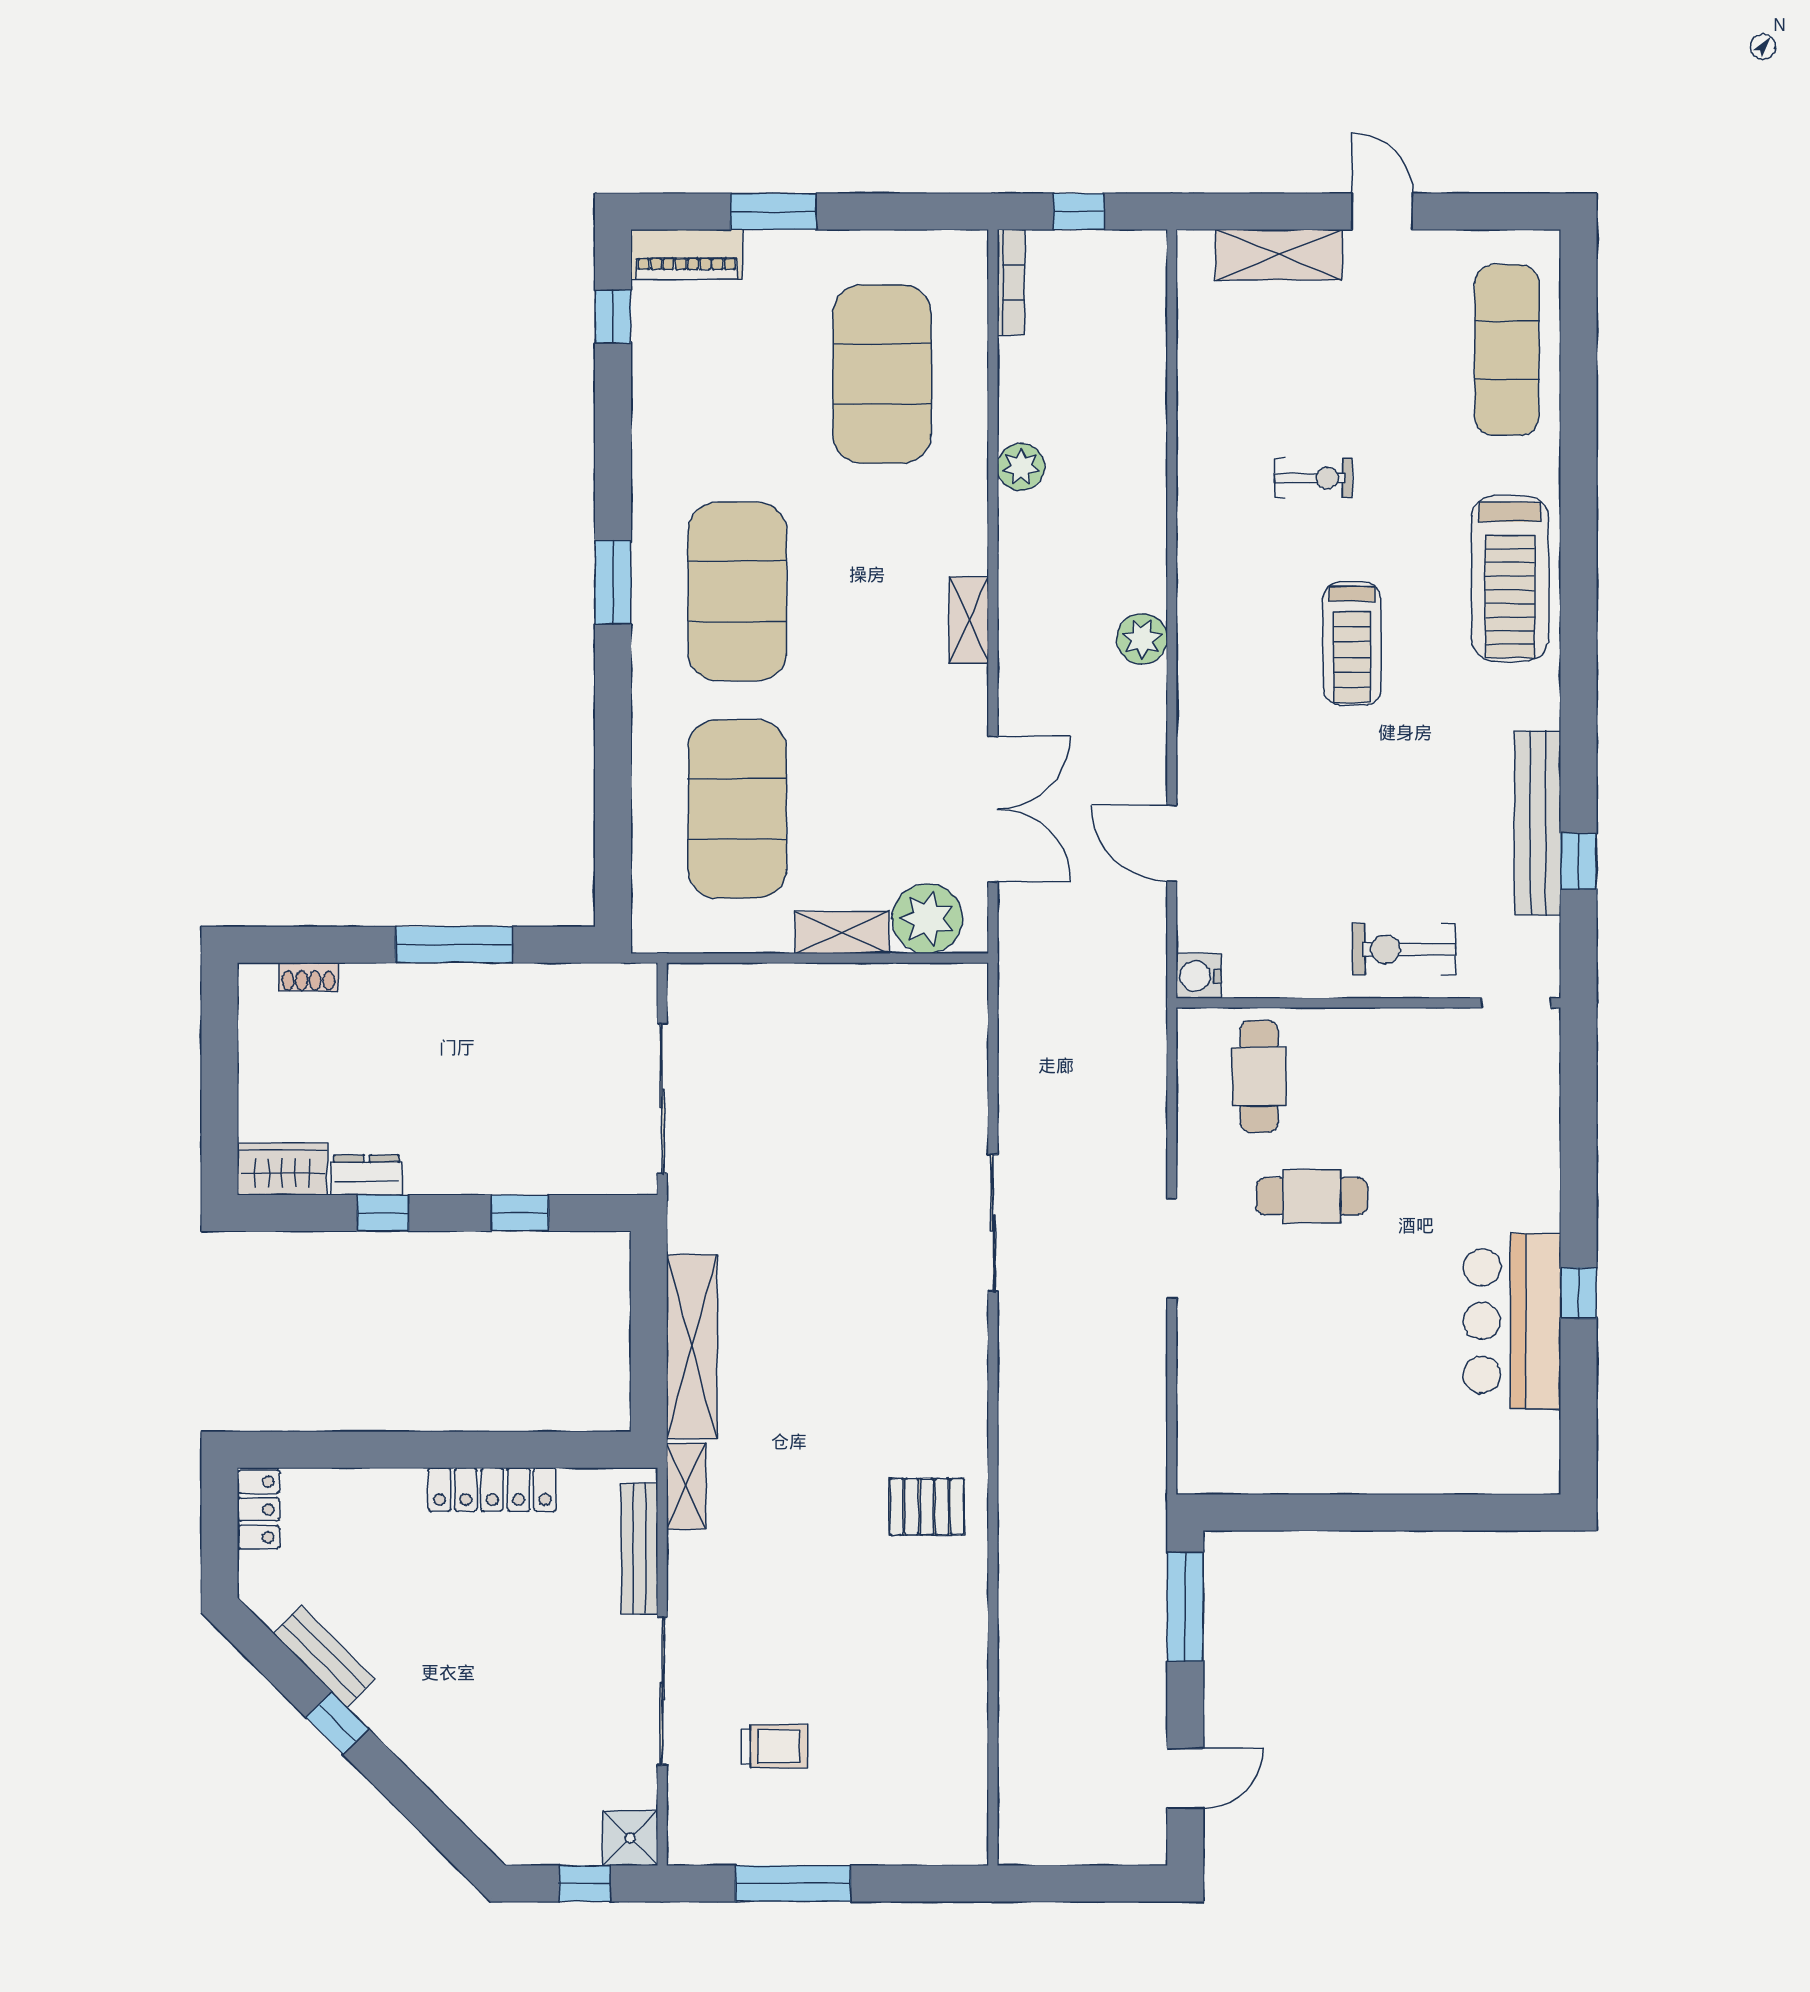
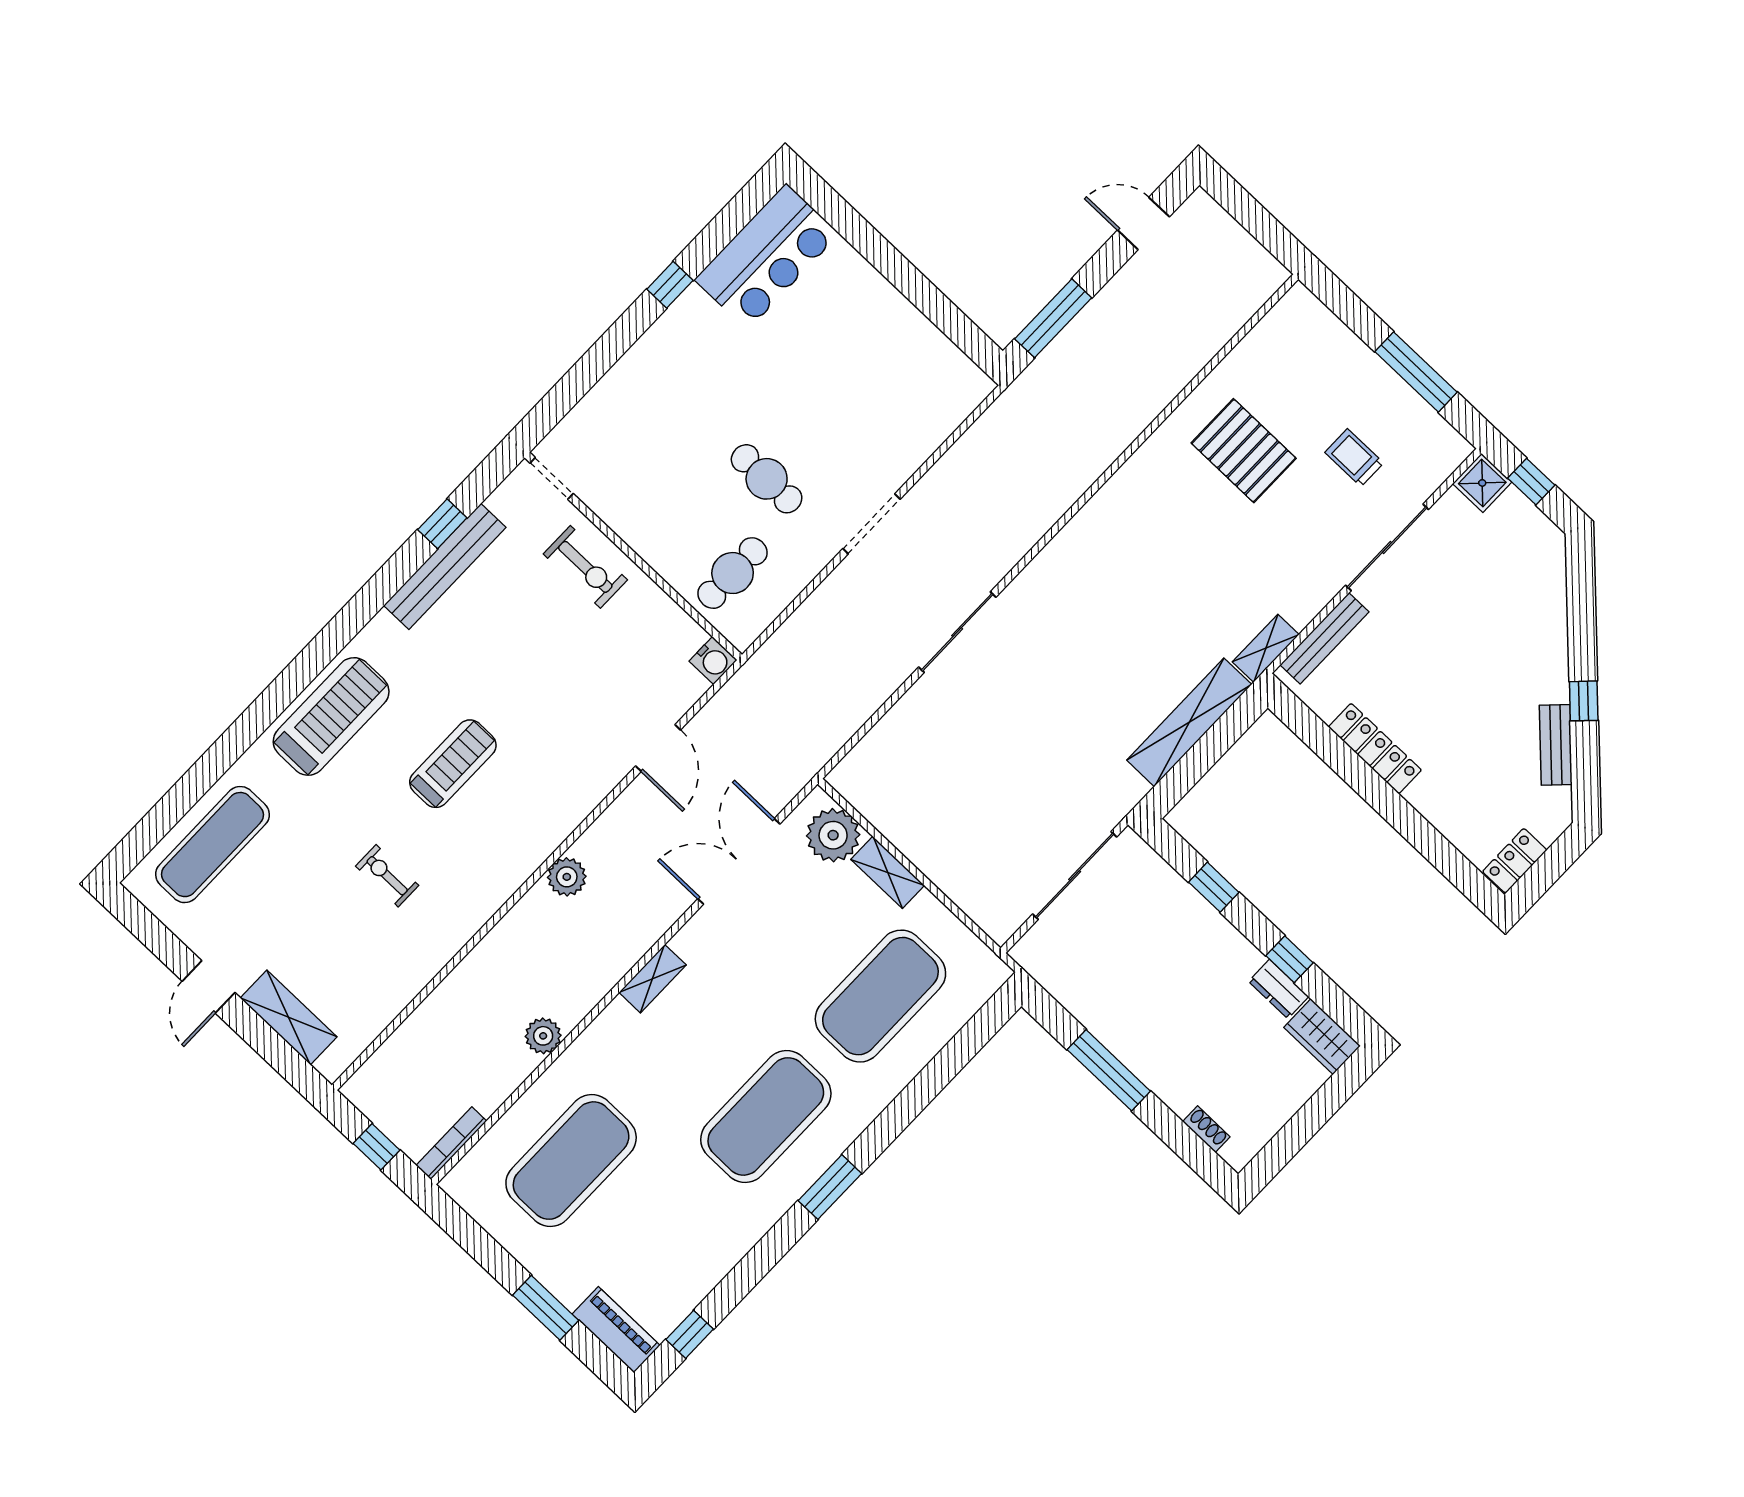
bar counter: (1512, 1321) -> (767, 257), moved
pallet: (927, 1507) -> (1244, 451), moved, width x1.50, depth x1.42

